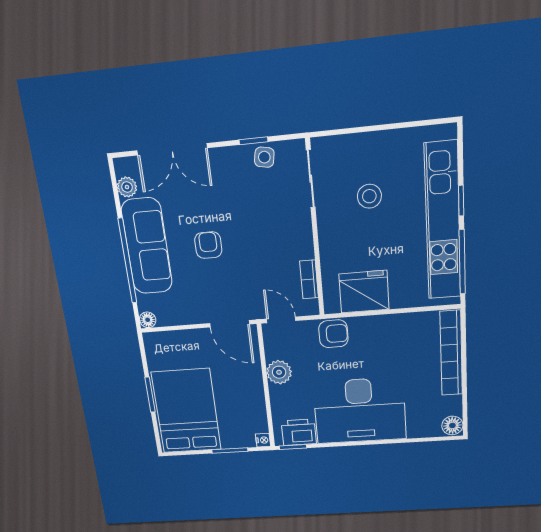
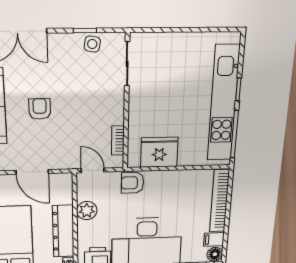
stool: (369, 196) -> (171, 81), removed
door: (230, 324) -> (32, 172), moved
armchair: (333, 334) -> (132, 183), turned 180
dresser: (253, 400) -> (63, 231), added
filing cabinet: (449, 405) -> (214, 239), added

